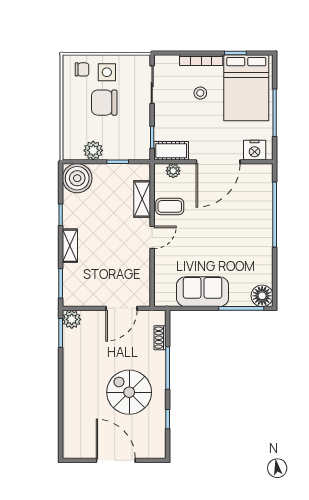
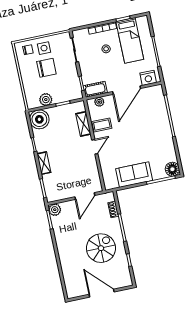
bed: (246, 88) -> (130, 40), width x0.67
chair: (104, 103) -> (46, 68), turned 180
spiral stairs: (129, 392) -> (101, 248), turned 90

